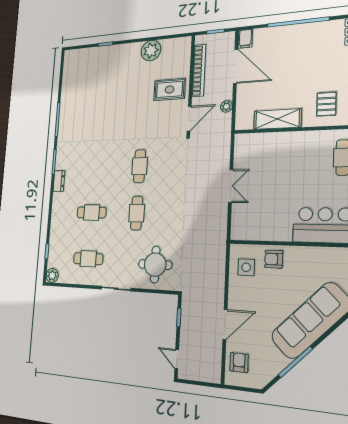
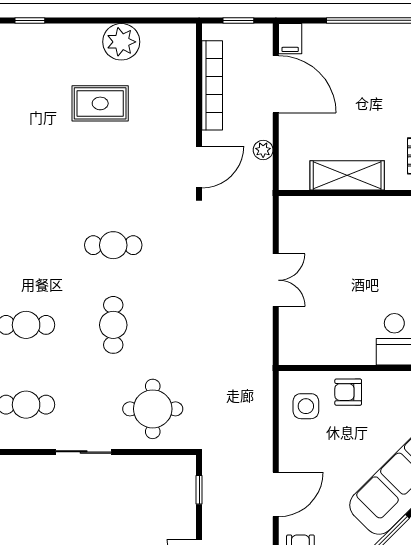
rug: (170, 89) -> (100, 103), moved
cafe table: (140, 166) -> (113, 245), turned 90

